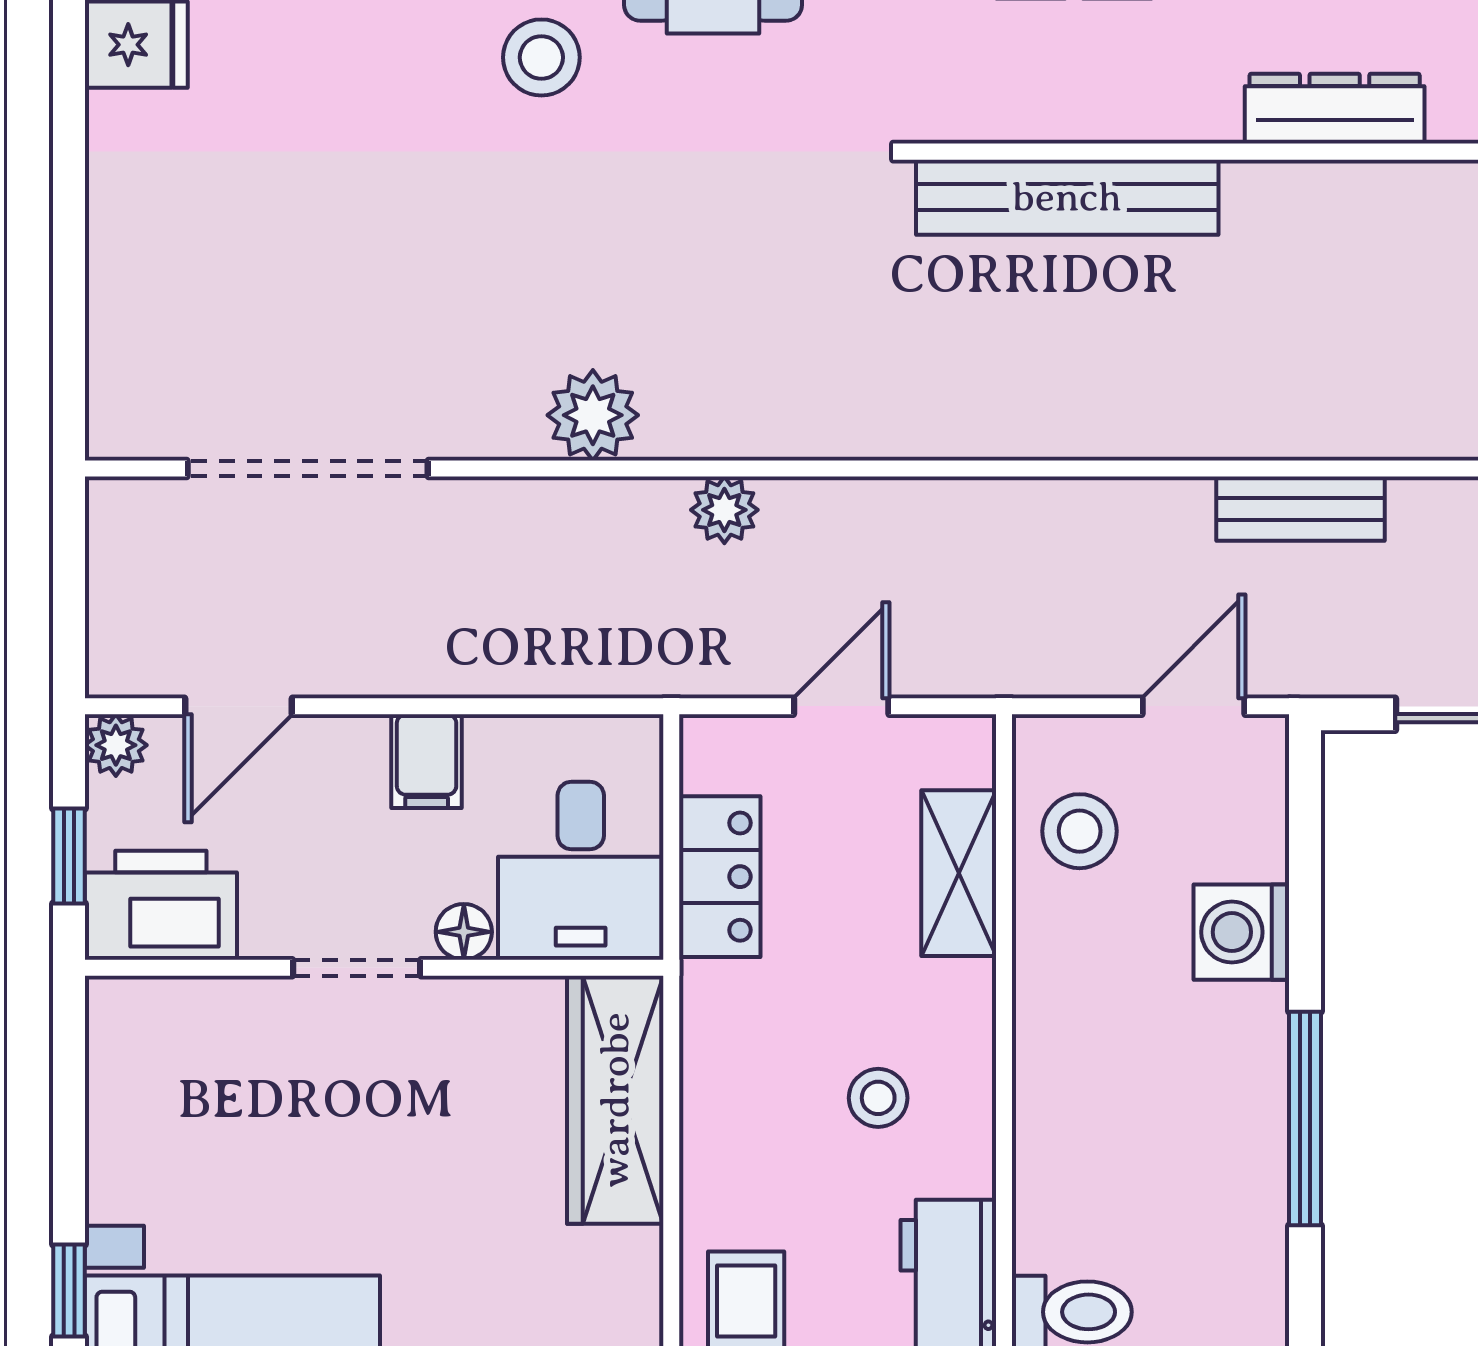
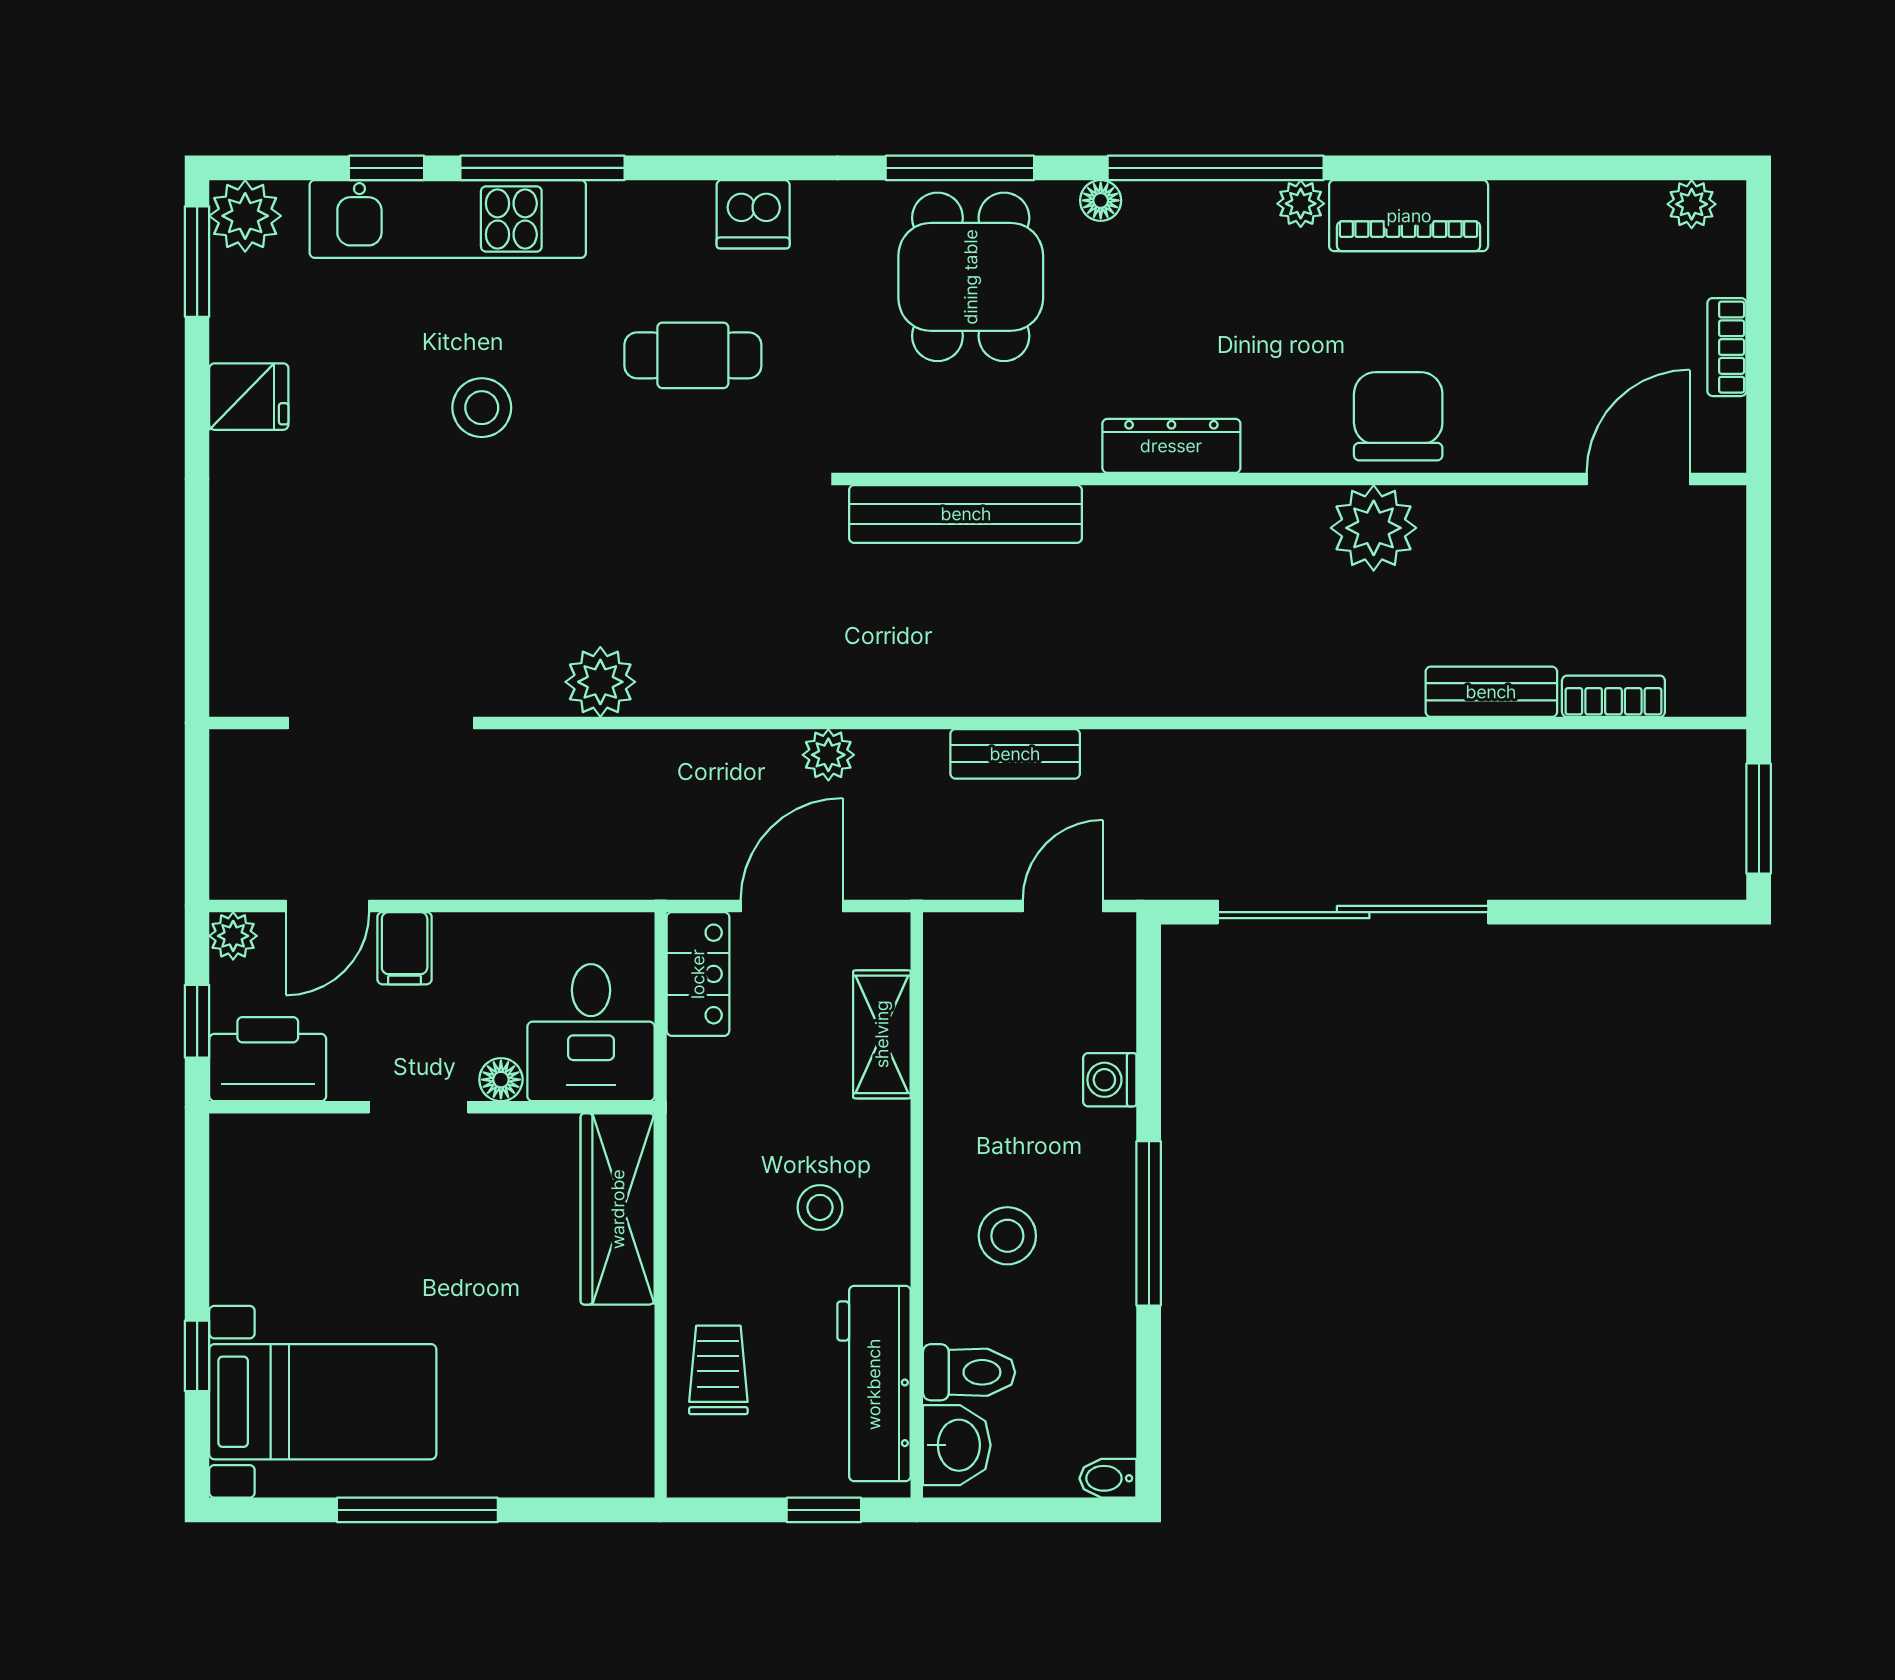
stool: (541, 57) -> (482, 408), moved
bench: (1301, 509) -> (1015, 754), moved
plant: (724, 510) -> (828, 755), moved
door: (841, 706) -> (792, 906), width x1.38
filing cabinet: (427, 761) -> (405, 948), moved
stool: (1080, 831) -> (1007, 1236), moved
locker: (720, 877) -> (698, 974), moved
washing machine: (1241, 932) -> (1110, 1080), width x0.73, depth x0.73

